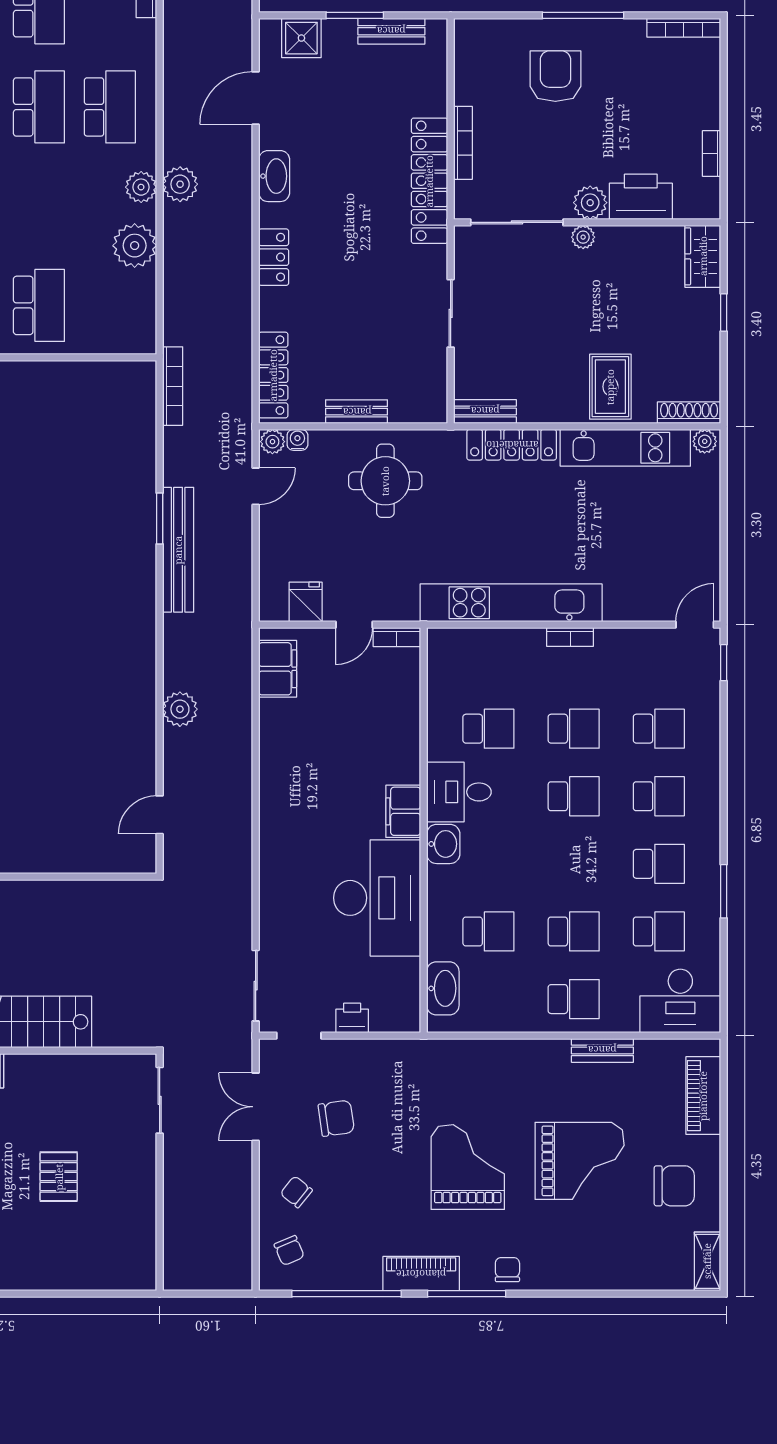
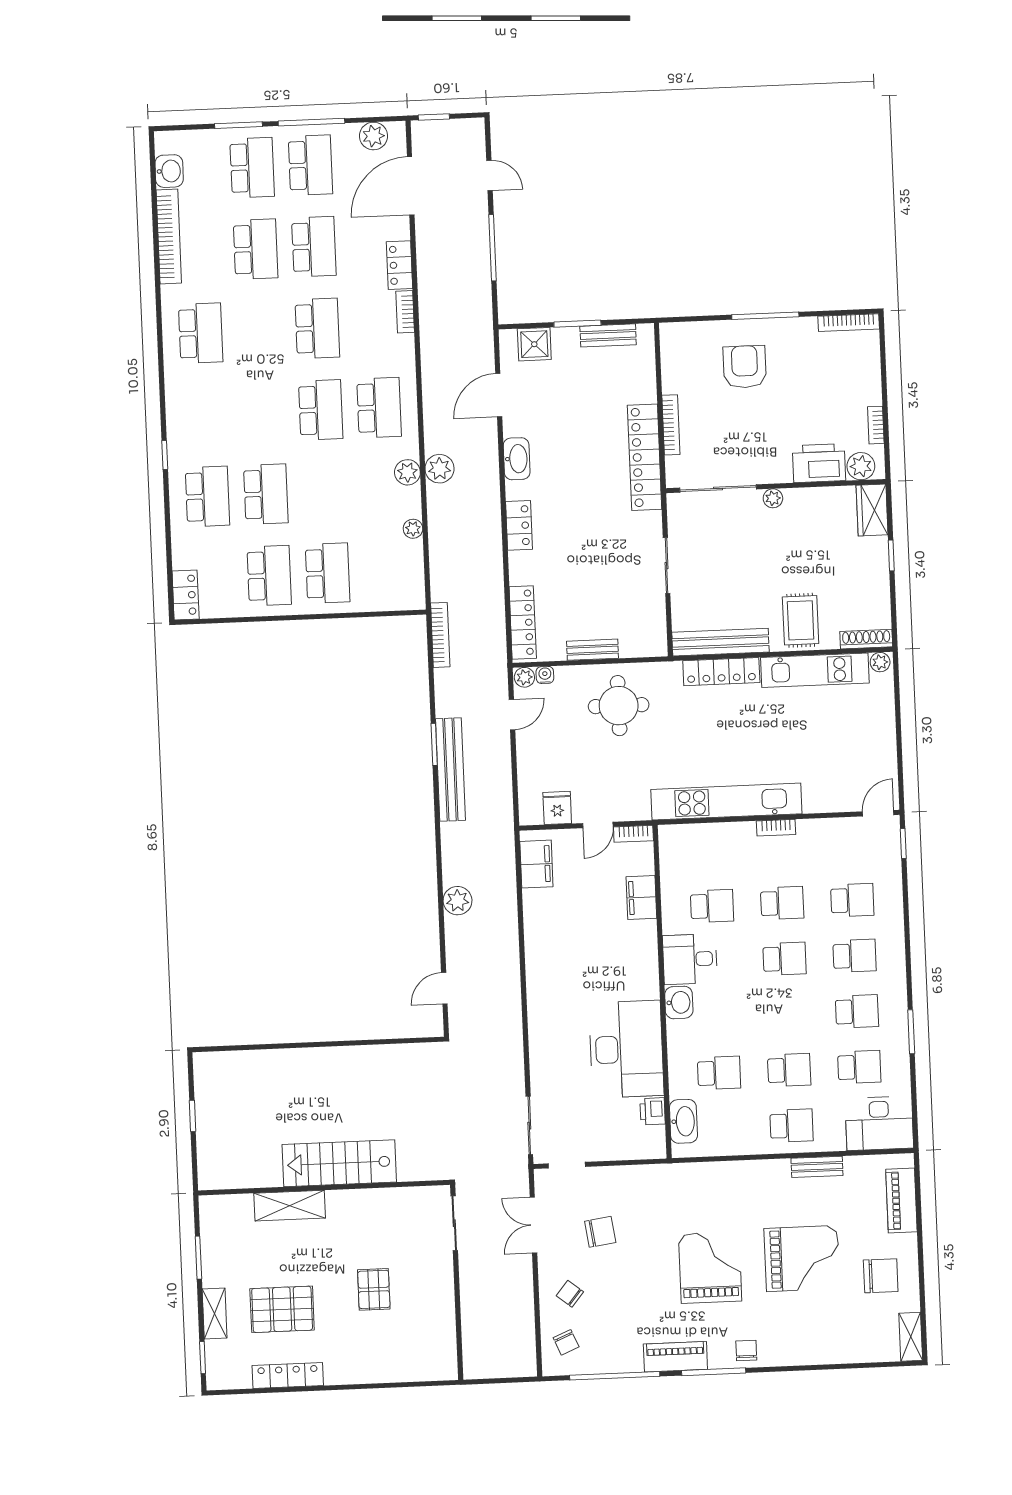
plant: (590, 203) -> (861, 466), moved
plant: (135, 246) -> (413, 529), width x0.53, depth x0.53
bench: (485, 411) -> (720, 642), width x1.86, depth x1.21
filing cabinet: (403, 811) -> (641, 898), moved
printer: (352, 1018) -> (653, 1111), moved, turned -90

